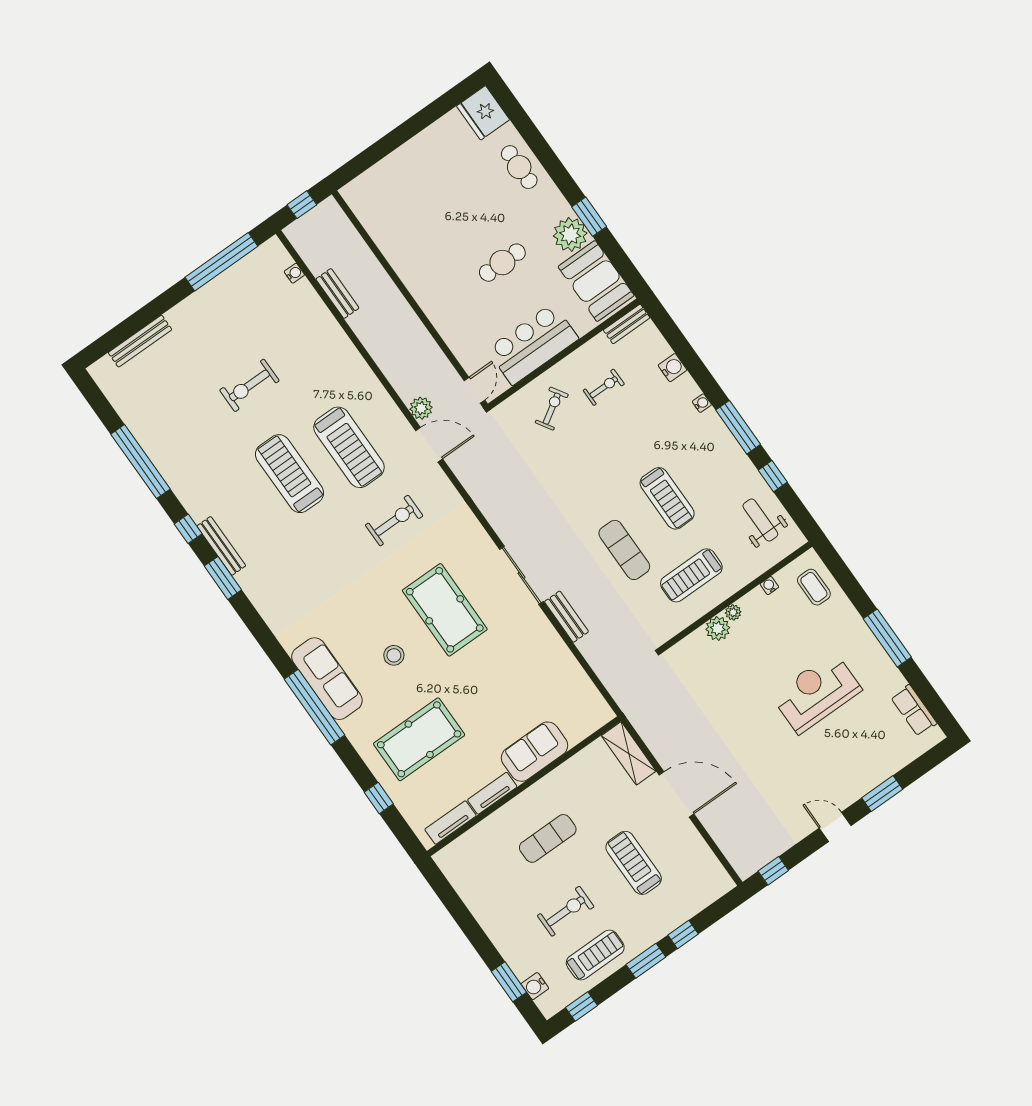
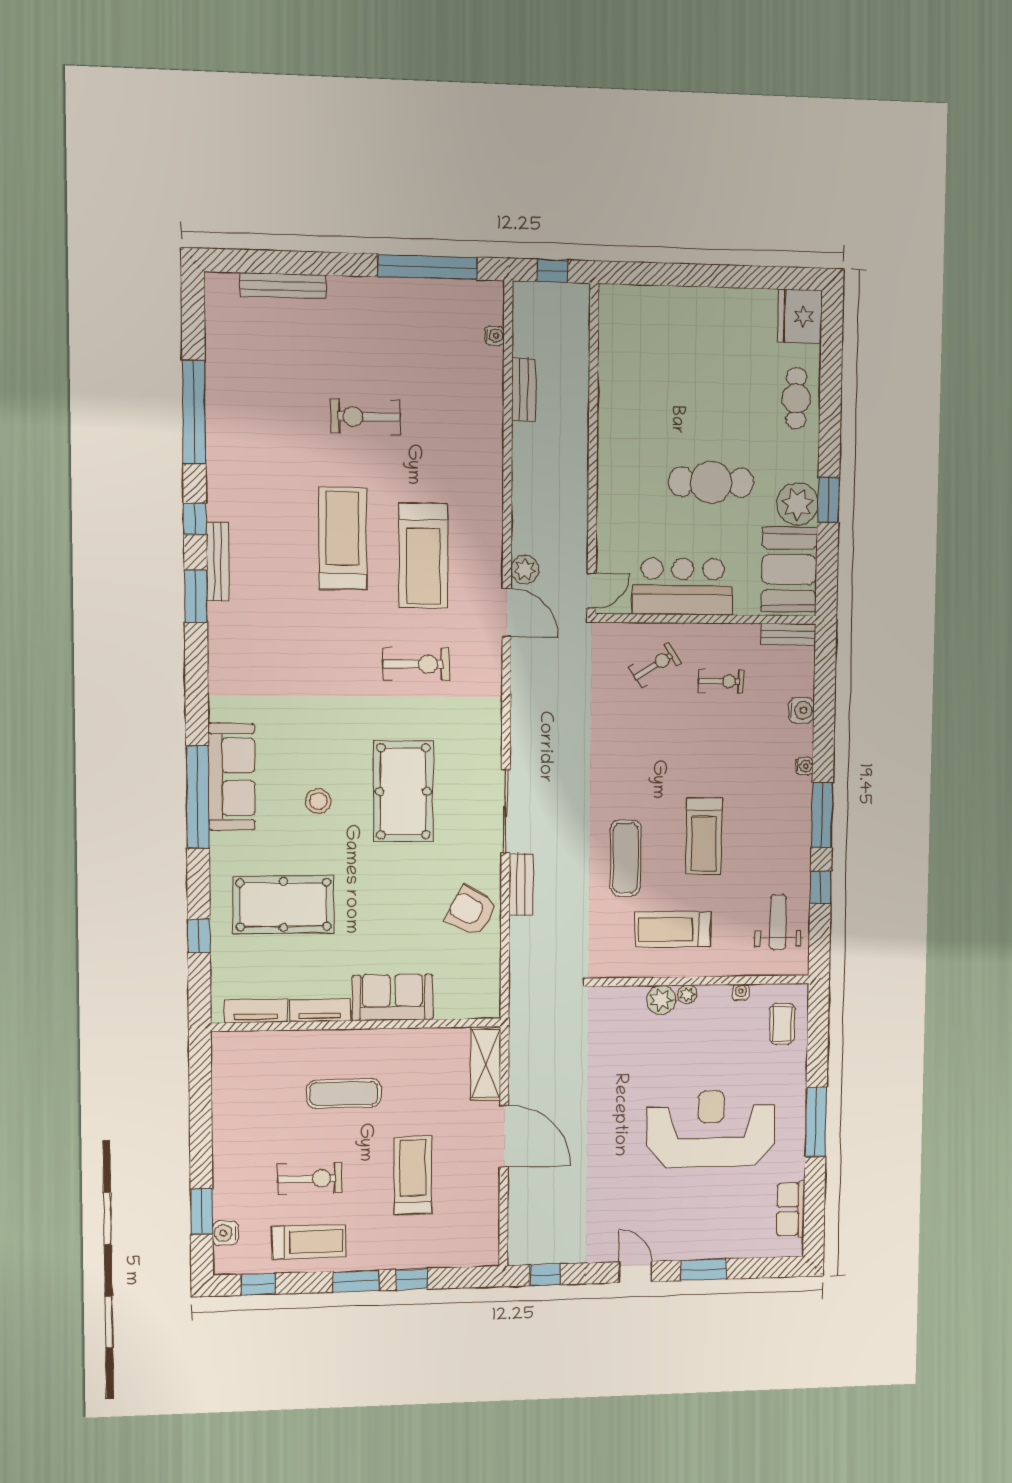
cafe table: (502, 263) -> (711, 482), width x1.37, depth x1.35
armchair: (546, 658) -> (471, 911), added
reception desk: (816, 693) -> (711, 1129), width x1.36, depth x1.30

